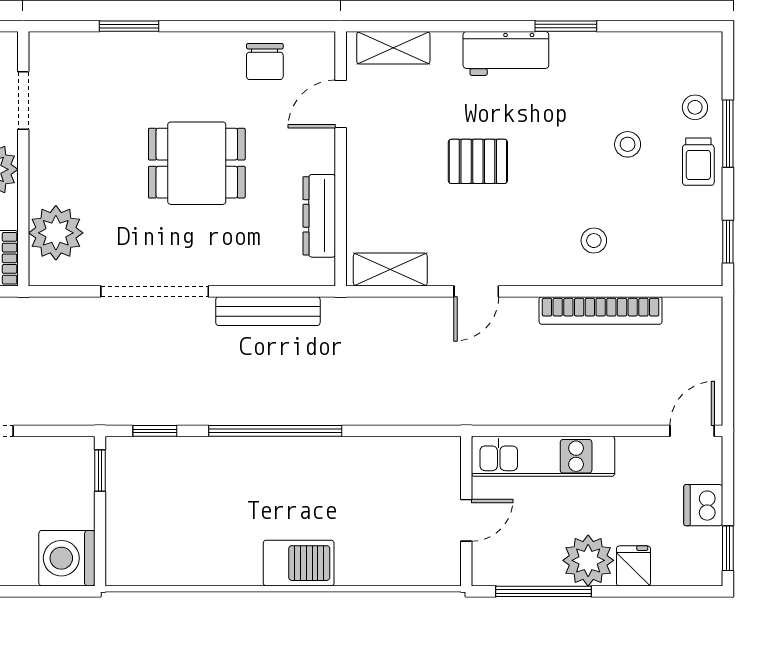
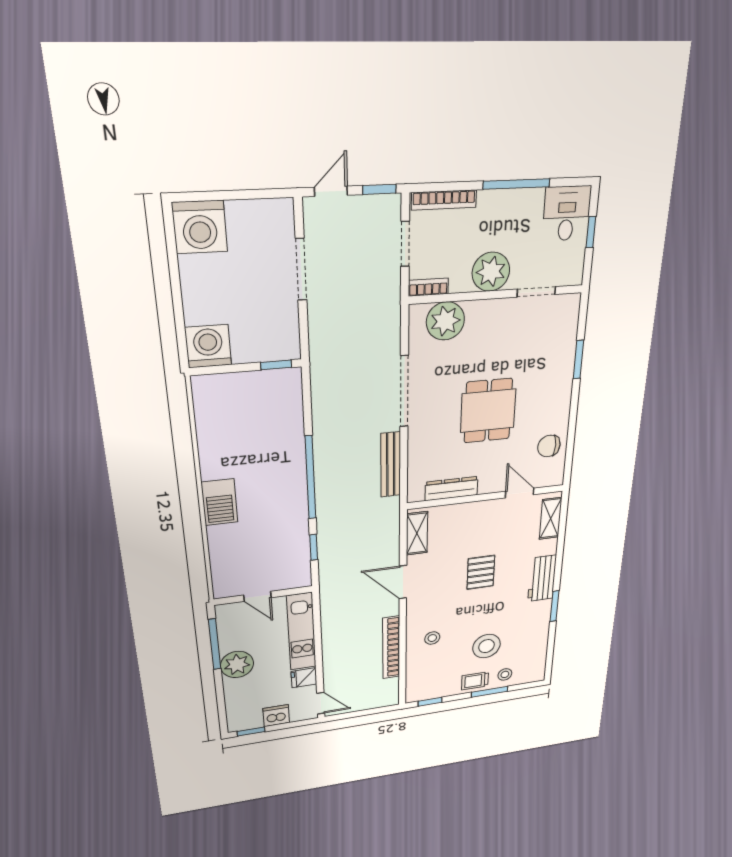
stool: (628, 144) -> (486, 646), width x1.89, depth x1.89
door: (476, 291) -> (403, 582), width x1.38
window: (155, 431) -> (314, 547), moved
fridge: (633, 566) -> (304, 678), moved, turned 180

